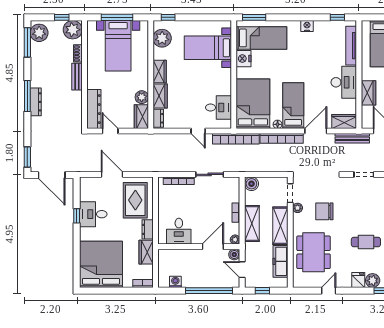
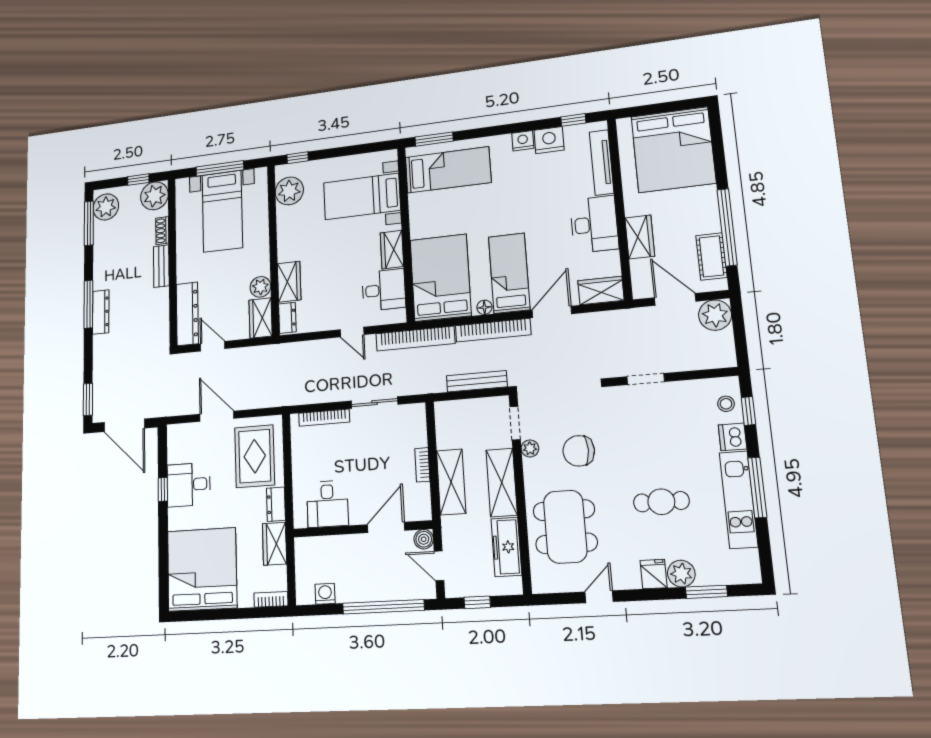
nightstand: (244, 59) -> (549, 140), moved, turned 90
wardrobe: (160, 71) -> (392, 250), moved, turned 180
bench: (352, 138) -> (477, 381), moved
boiler: (251, 184) -> (446, 413), removed
plant: (235, 240) -> (424, 512), removed

